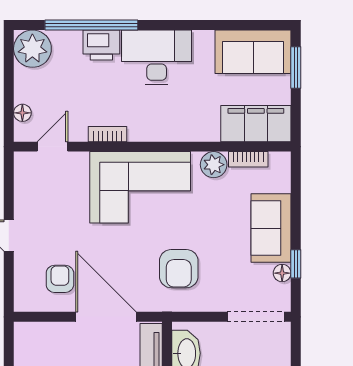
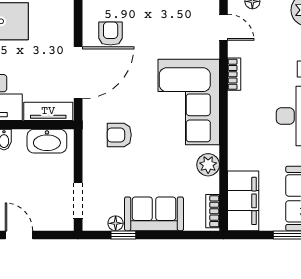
bookcase: (248, 159) -> (213, 211), moved
armchair: (179, 269) -> (119, 135), width x0.72, depth x0.72
armchair: (60, 279) -> (111, 33), turned -90
doorway: (256, 317) -> (78, 201), width x0.73

